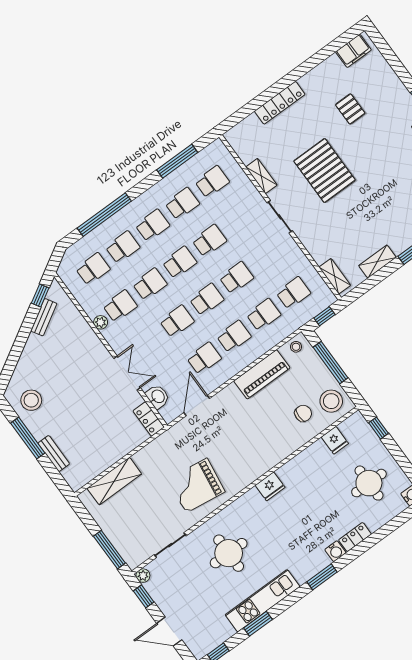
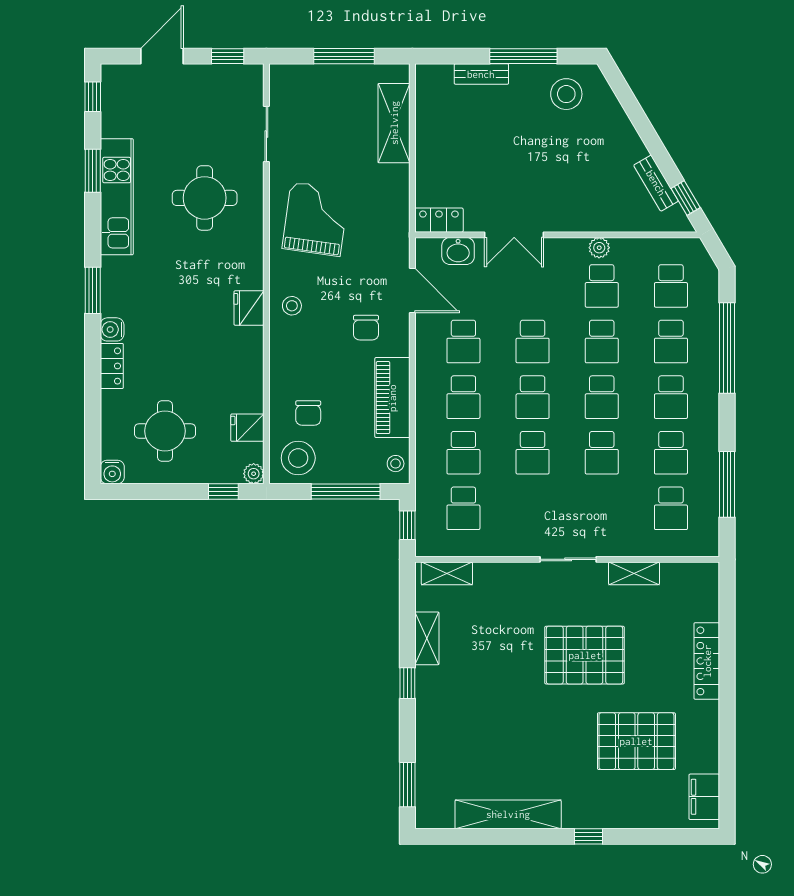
pallet: (350, 109) -> (636, 741), width x2.05, depth x2.00
chair: (235, 416) -> (366, 328), added
stool: (252, 464) -> (292, 306), added
window: (109, 550) -> (344, 56), moved
plant: (143, 576) -> (254, 474), moved

